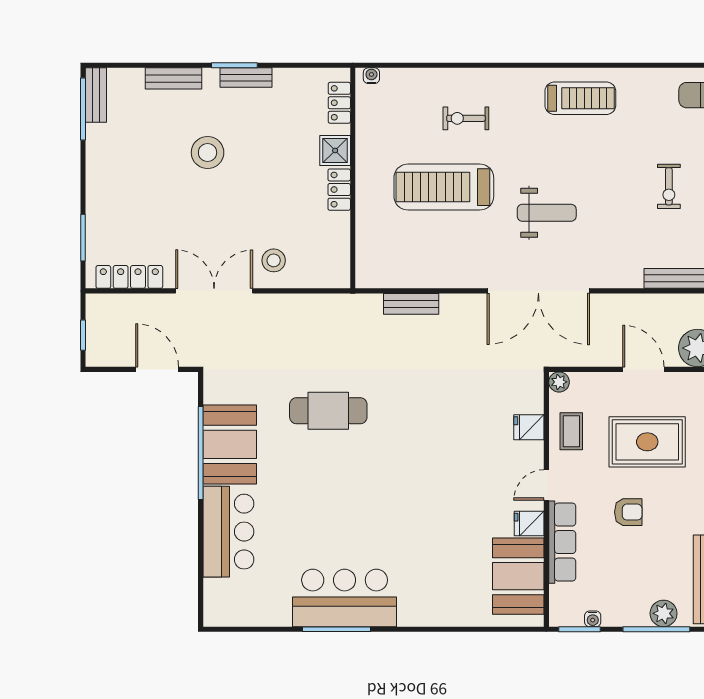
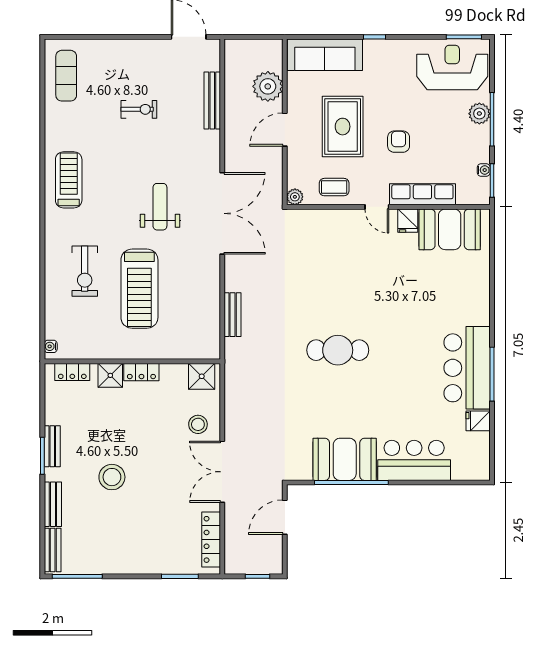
bench: (96, 95) -> (53, 550), moved, turned 90
exercise bike: (466, 118) -> (85, 271), width x1.38, depth x1.39
shower: (334, 265) -> (202, 376), added
cafe table: (328, 411) -> (338, 350), moved, turned 90
fridge: (529, 427) -> (478, 421), moved, turned 90

